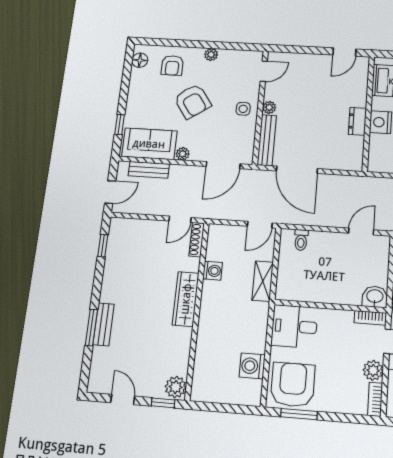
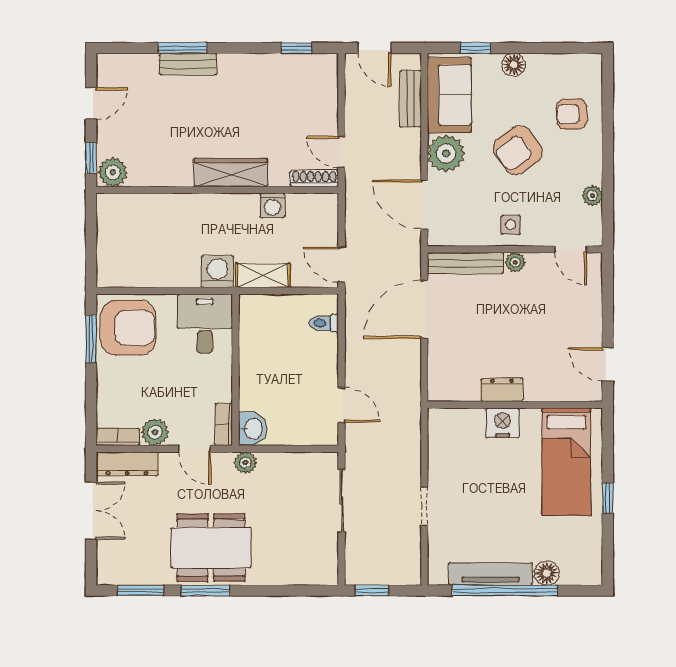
plant: (211, 55) -> (592, 195), moved
floor lamp: (140, 60) -> (514, 65), moved
plant: (183, 154) -> (446, 153), width x1.88, depth x1.88
washing machine: (252, 366) -> (218, 272), moved

